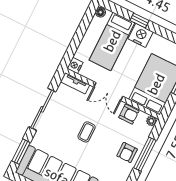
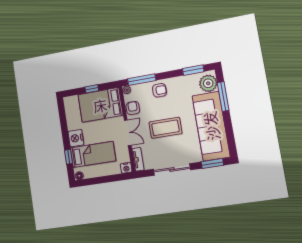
window: (139, 20) -> (69, 157), moved
coffee table: (87, 132) -> (165, 128), width x1.86, depth x1.72
window: (145, 154) -> (142, 80), moved

